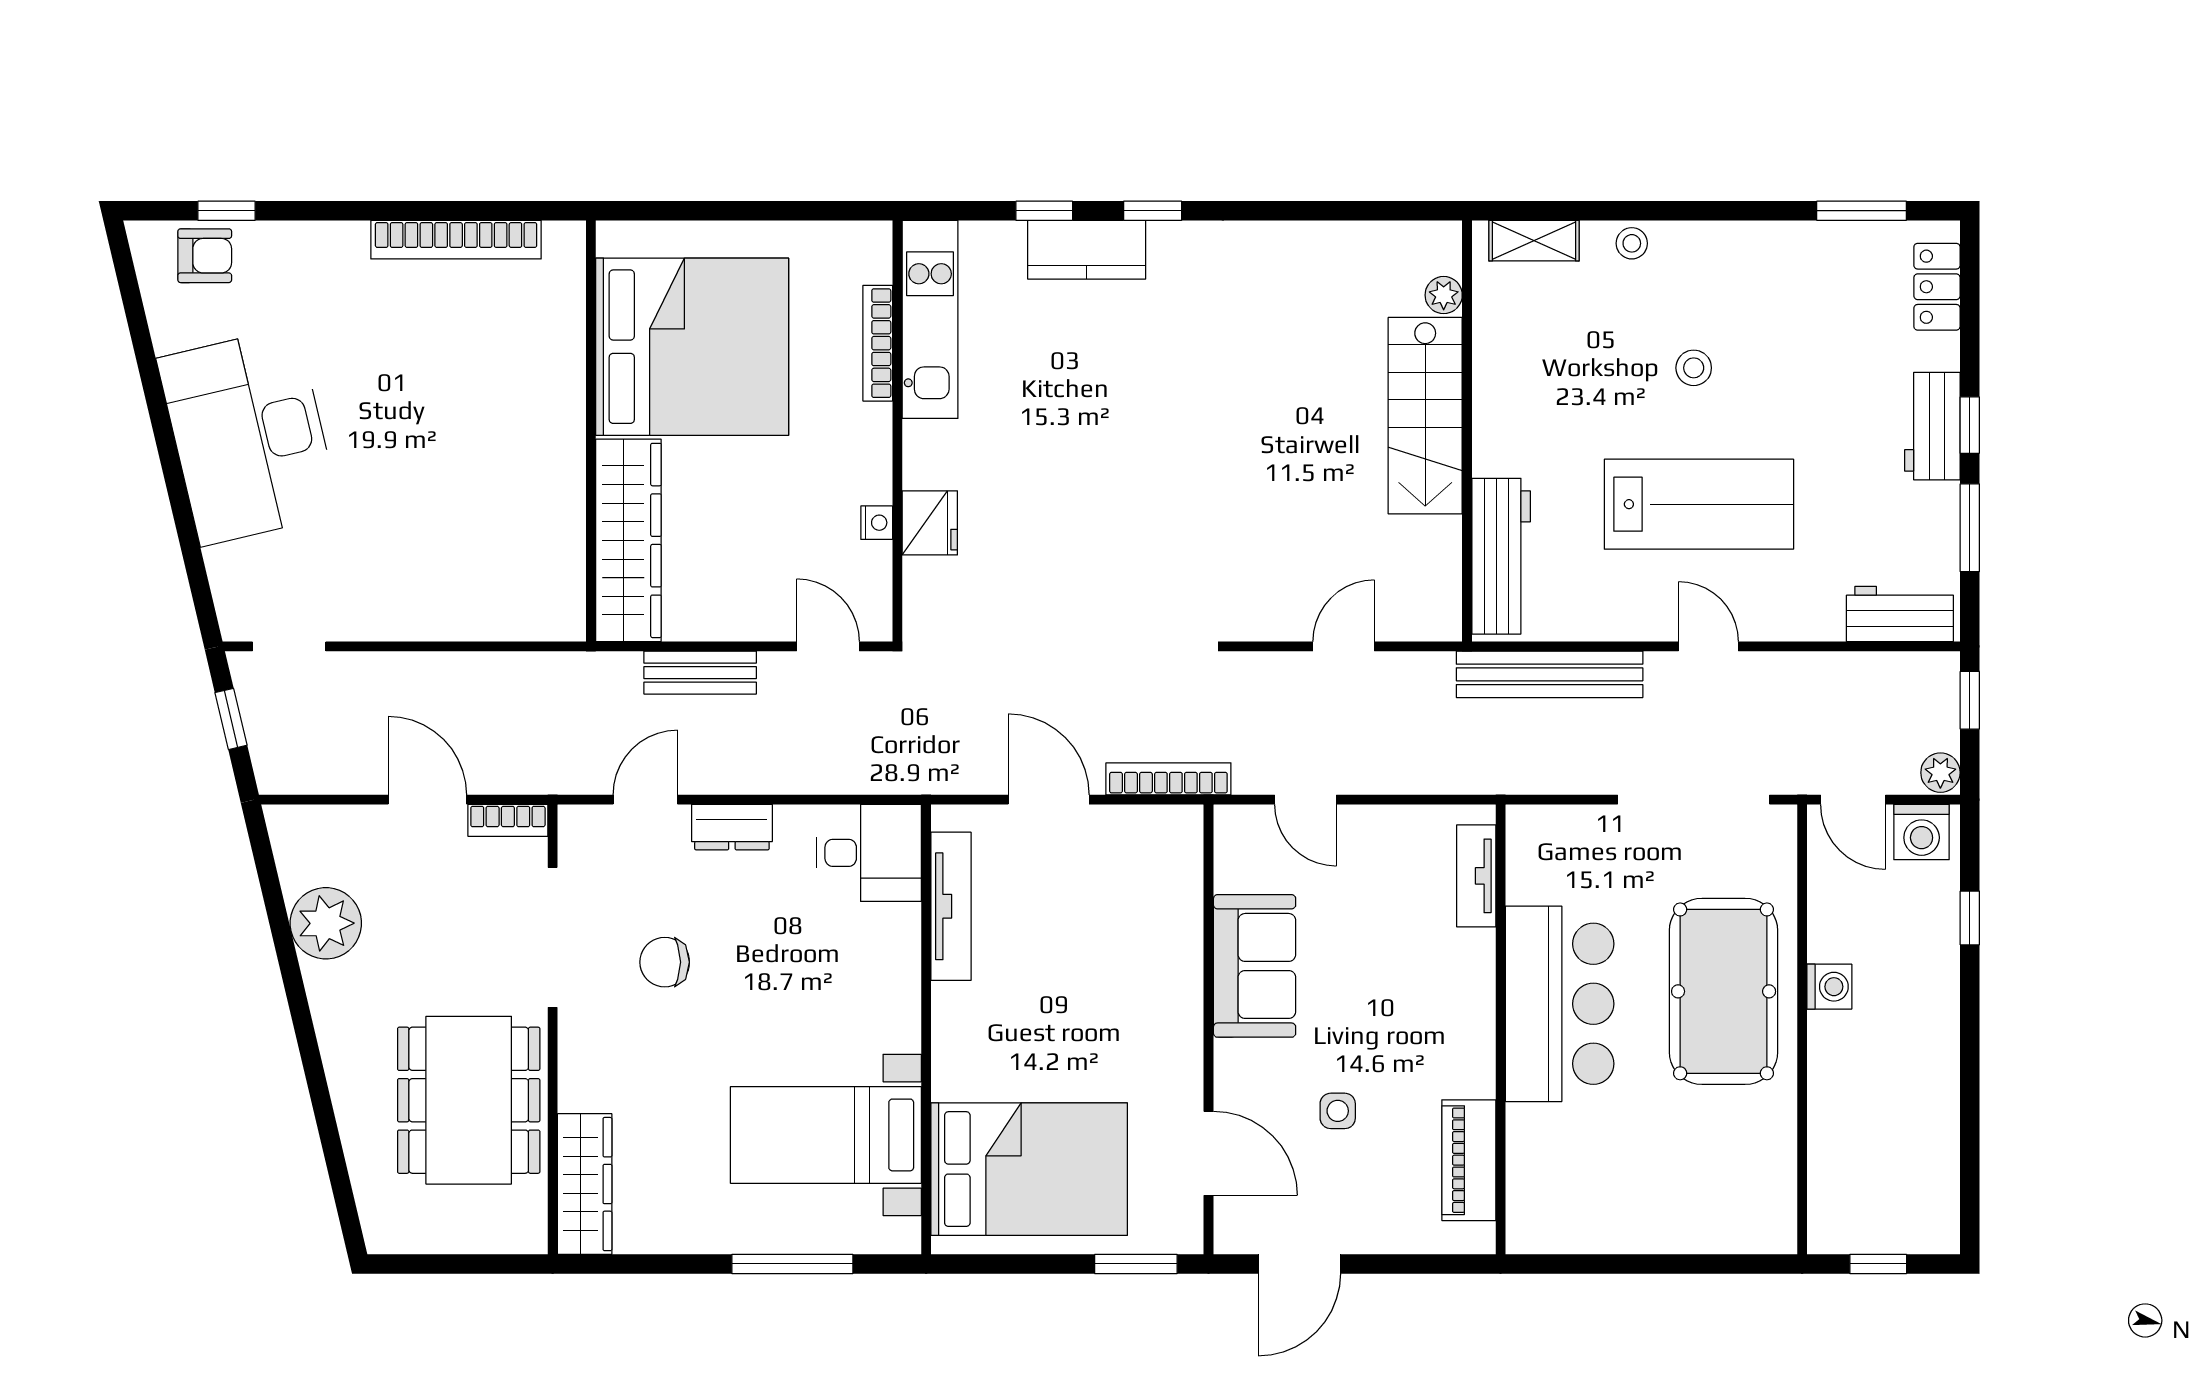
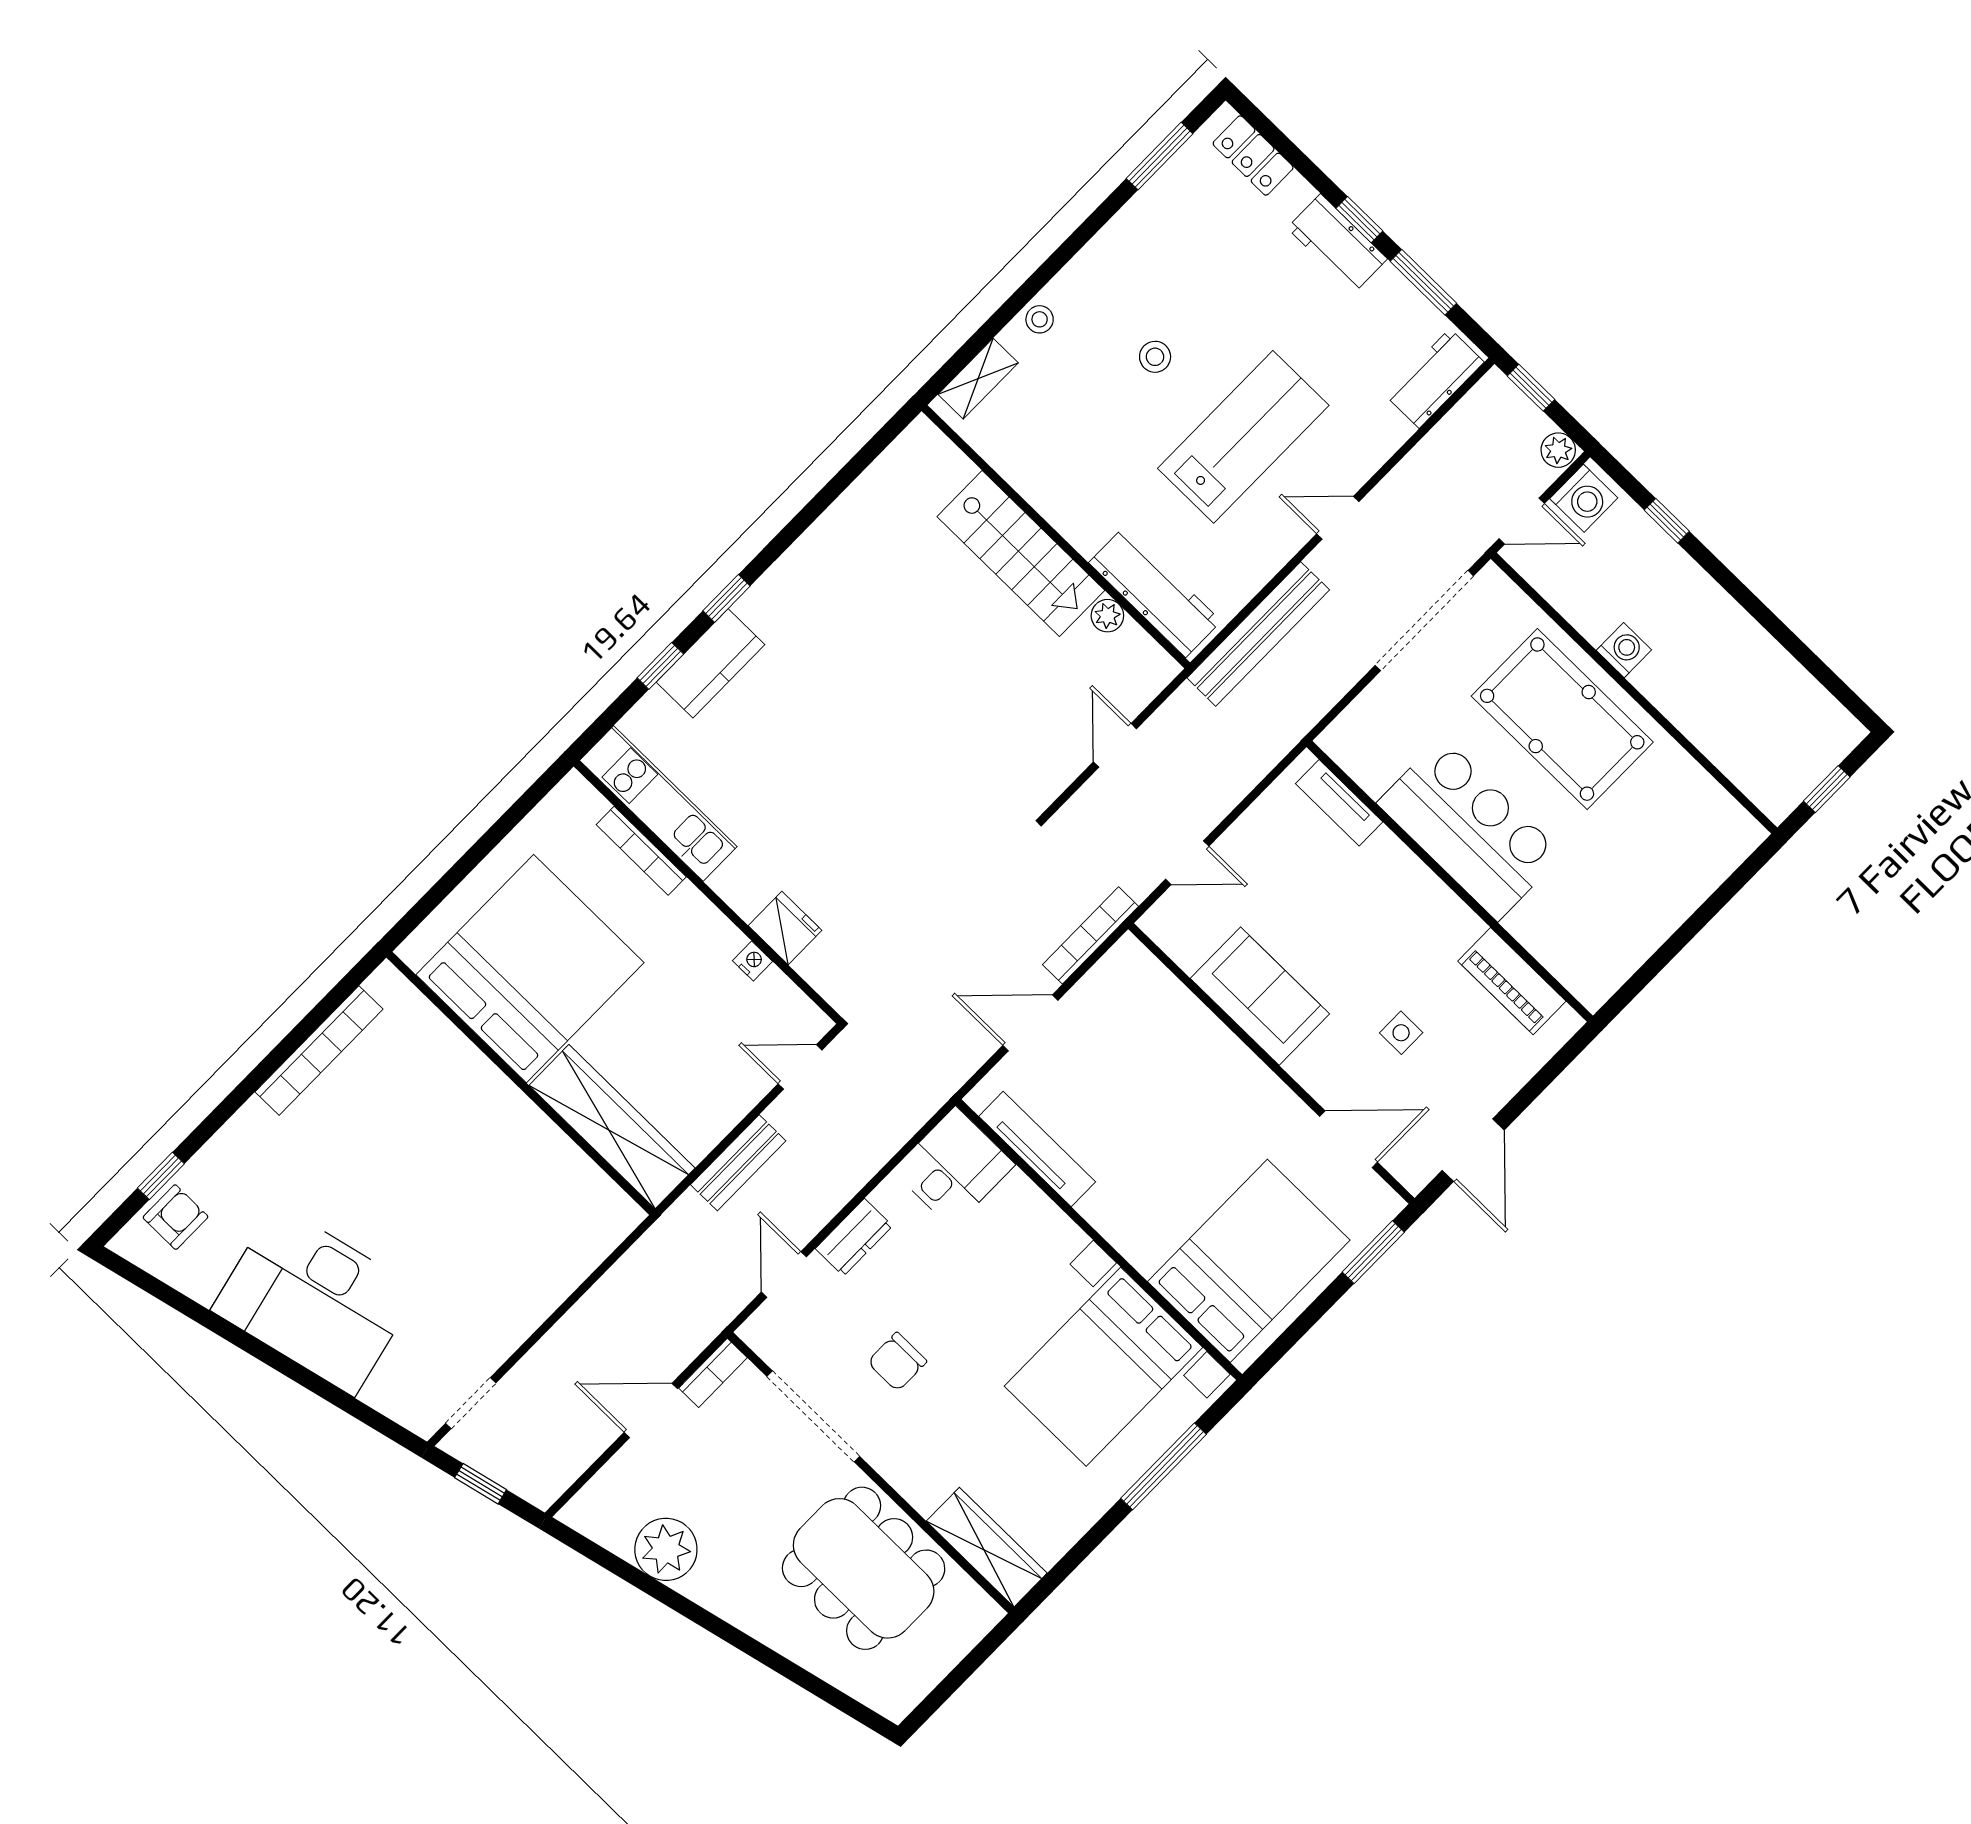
plant: (1444, 295) -> (1107, 616), moved
bed with nightstands: (826, 1135) -> (1103, 1367), width x1.36

